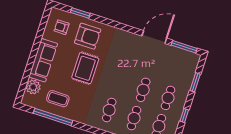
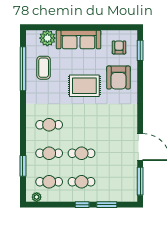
window: (80, 13) -> (140, 50), moved
window: (184, 116) -> (82, 205), moved

